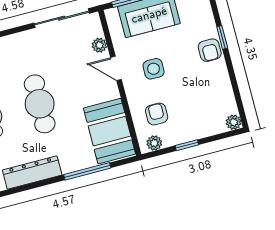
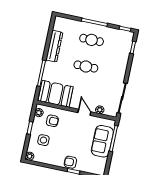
door: (116, 68) -> (84, 112), hinge flipped
side table: (154, 69) -> (43, 140), moved
cafe table: (40, 104) -> (86, 66), width x0.73, depth x0.74

